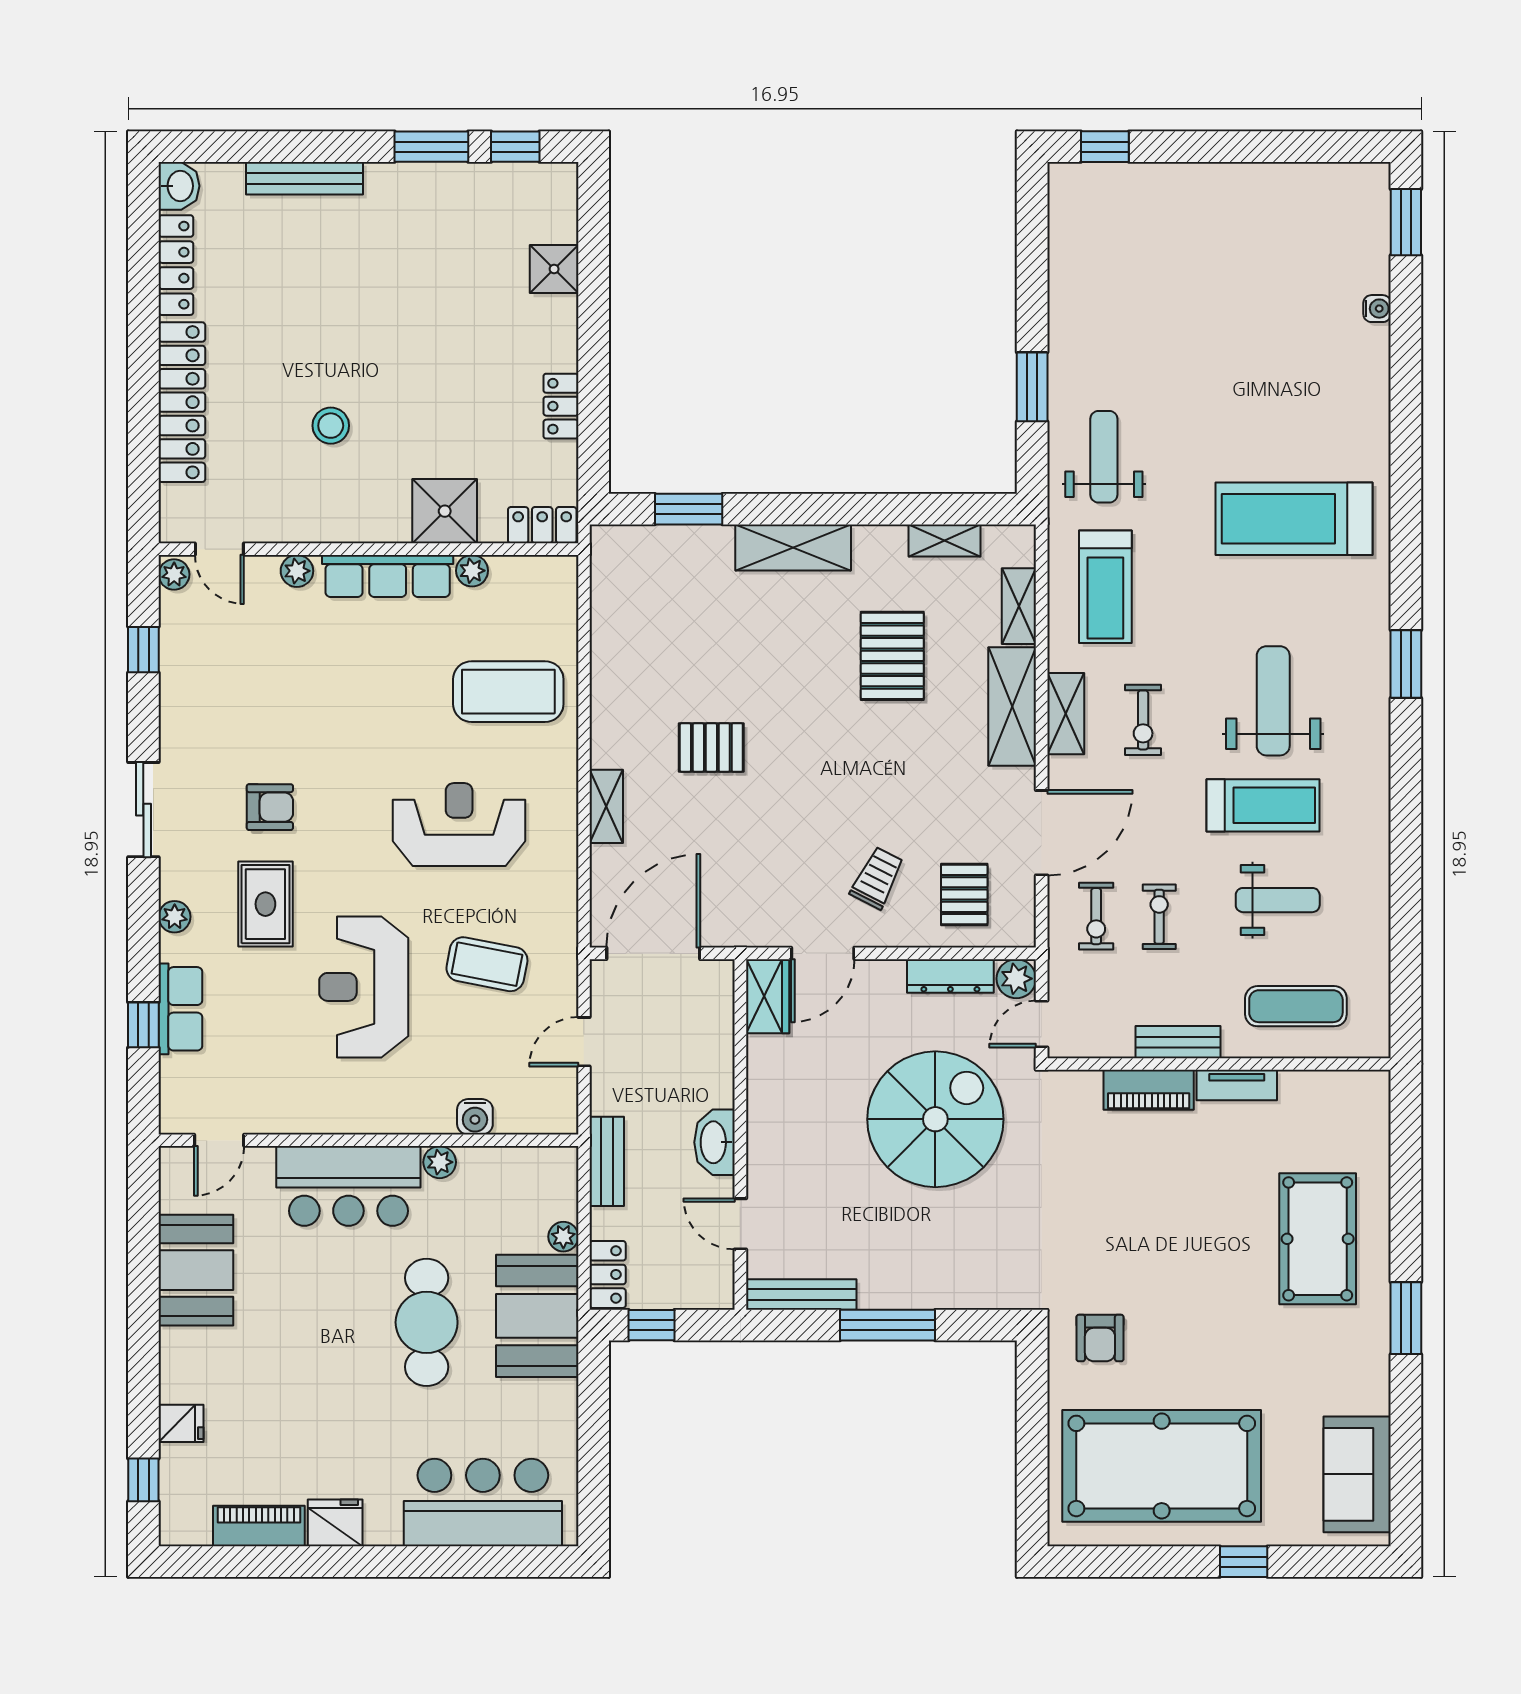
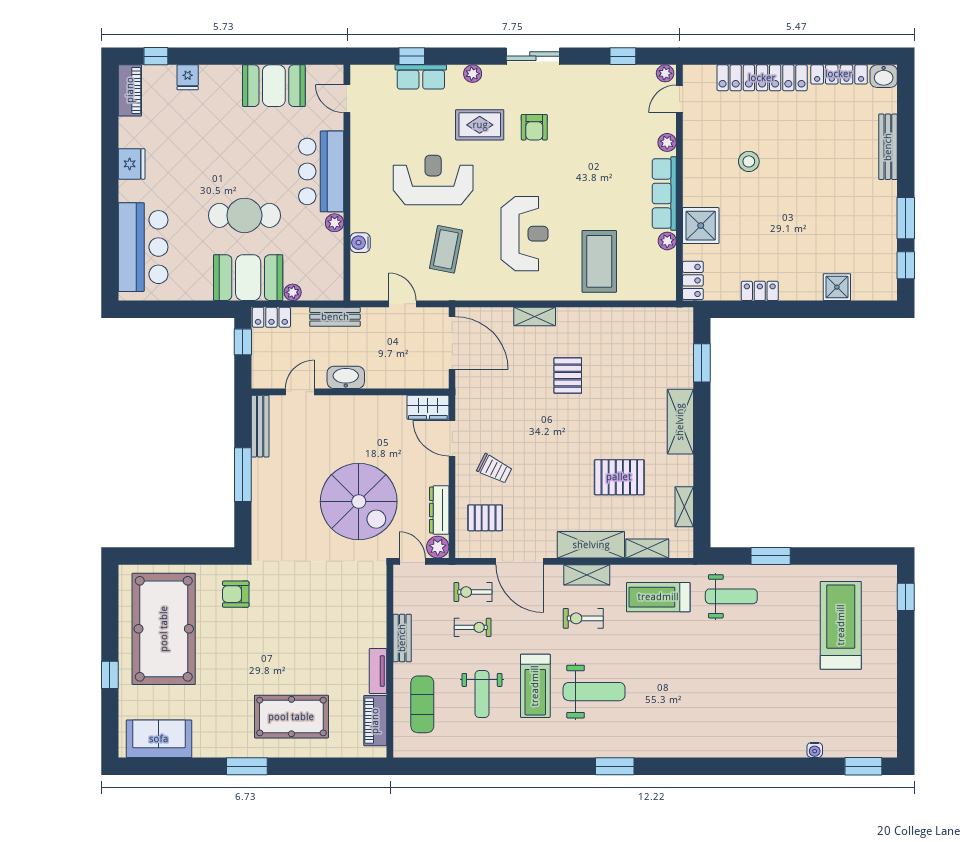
treadmill: (1294, 519) -> (841, 625), moved
piano: (1149, 1090) -> (375, 721), moved
piano: (259, 1526) -> (130, 90), moved

